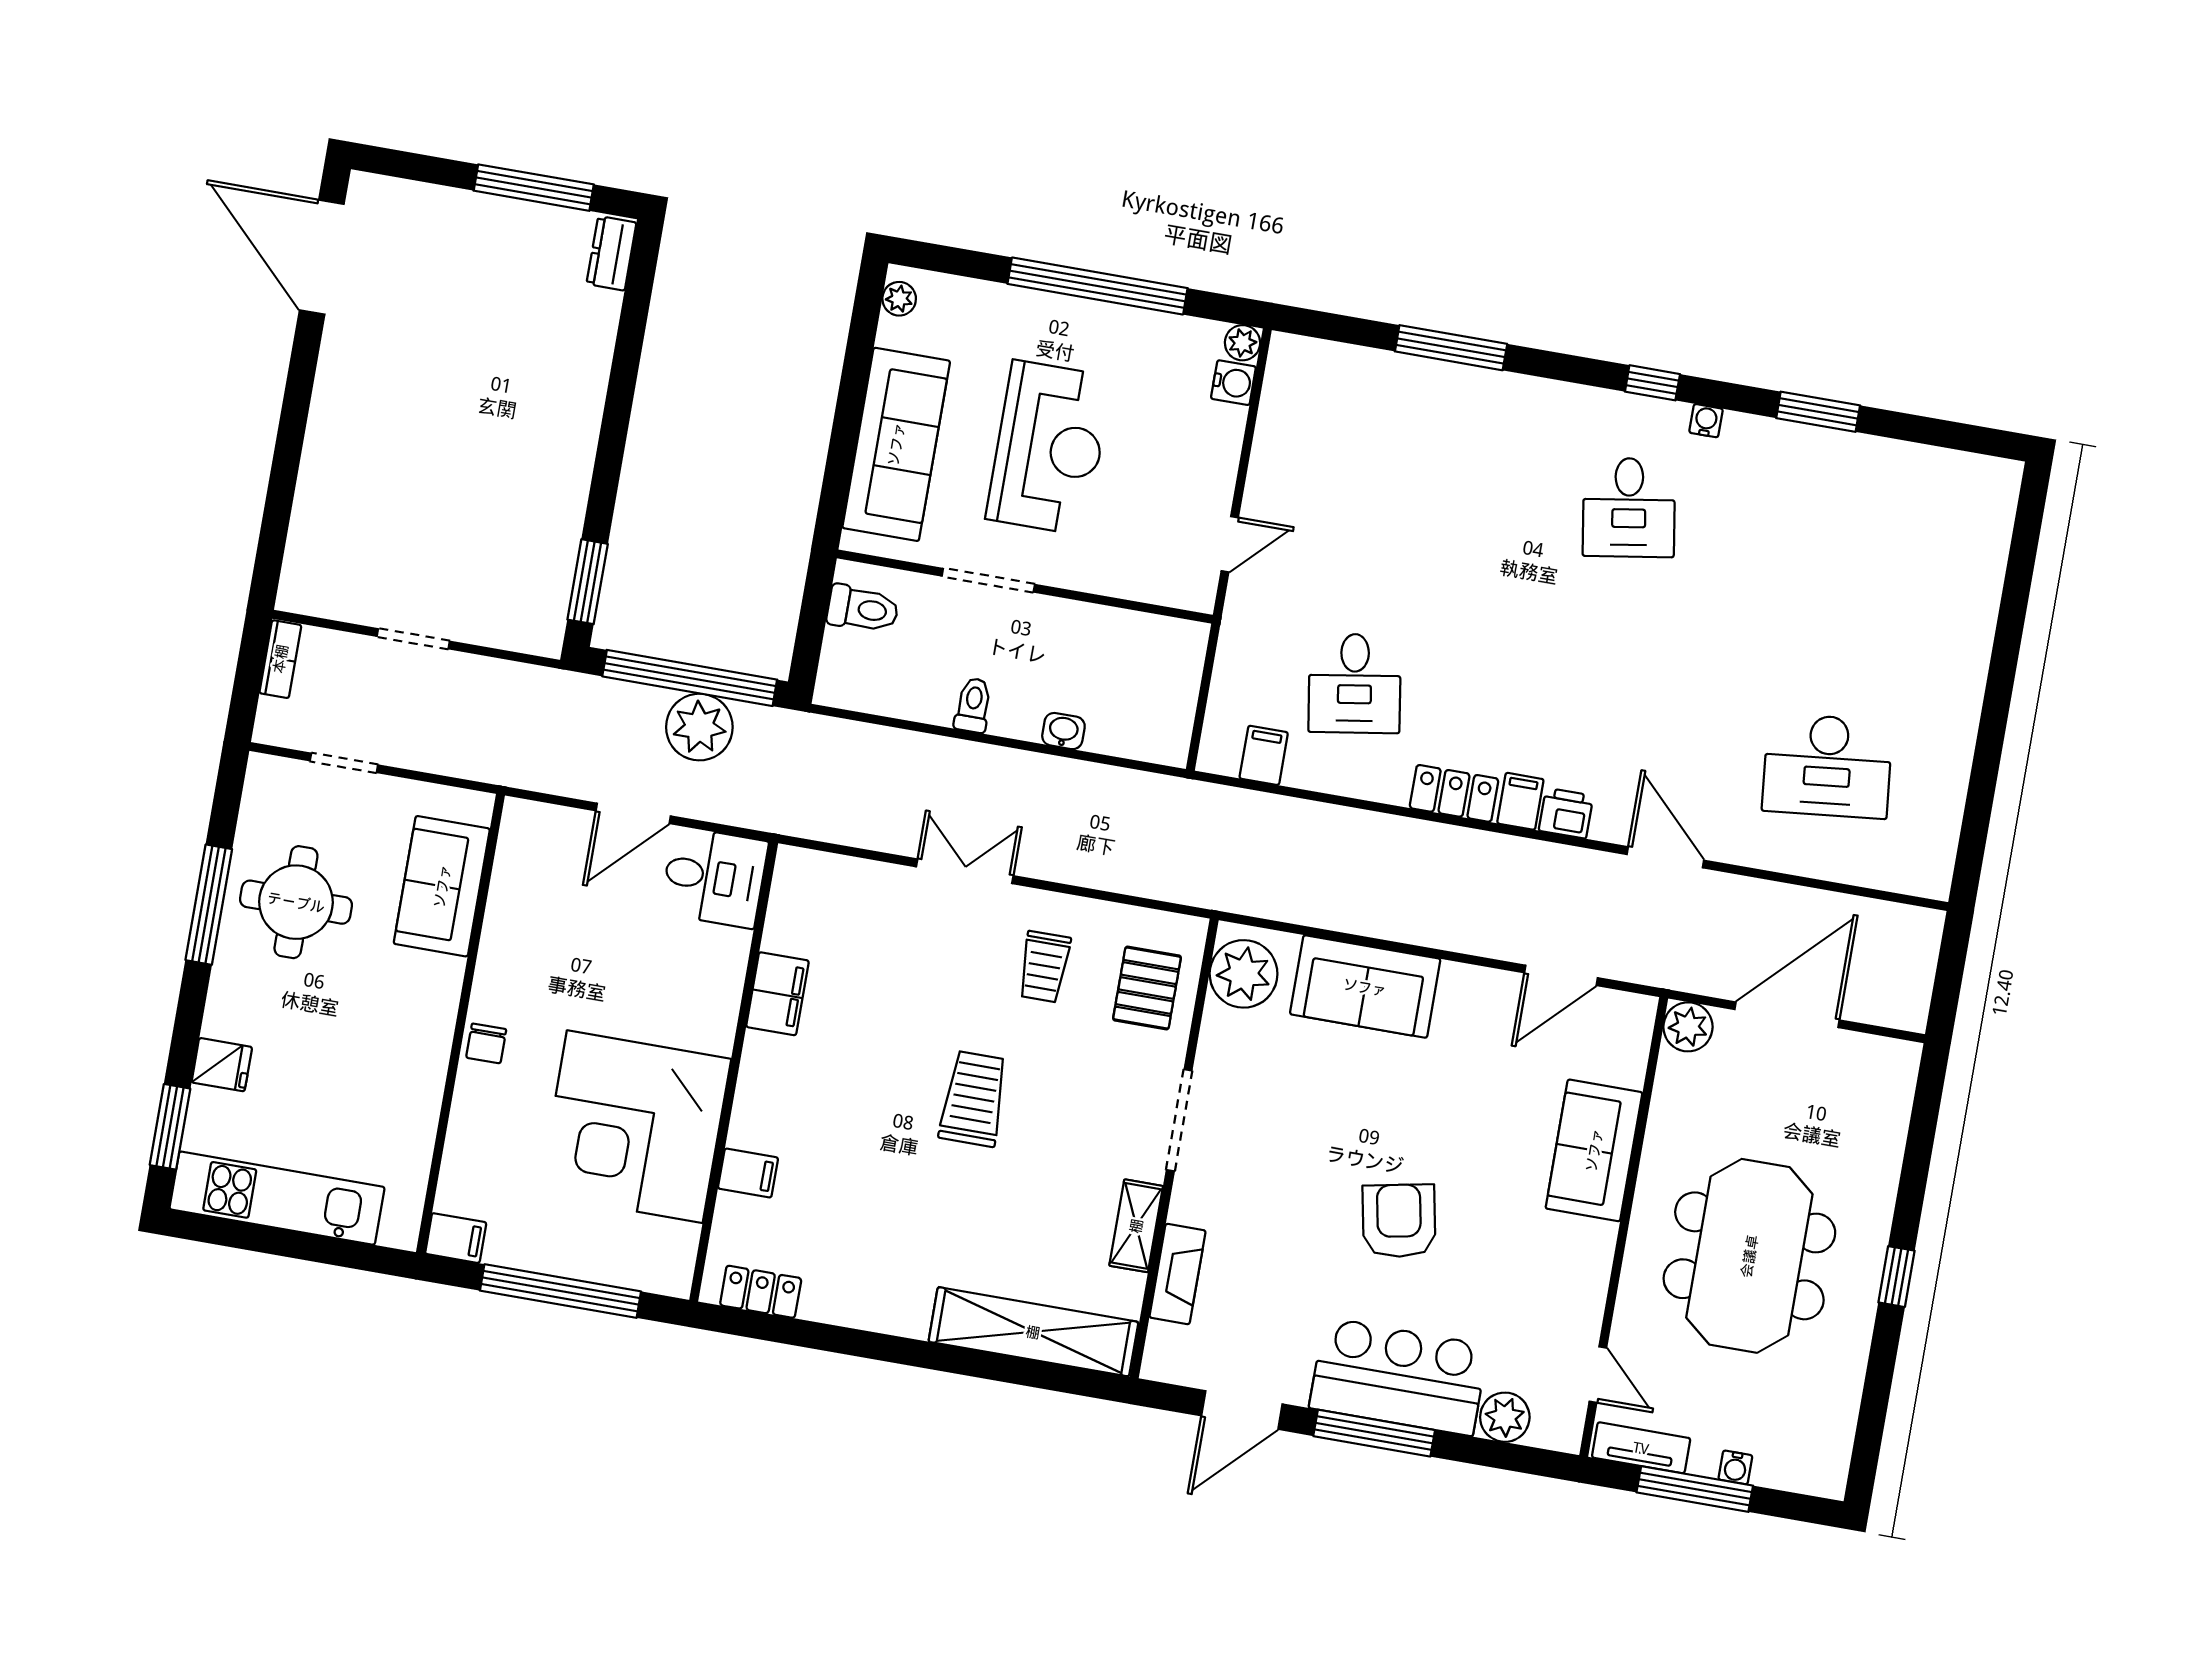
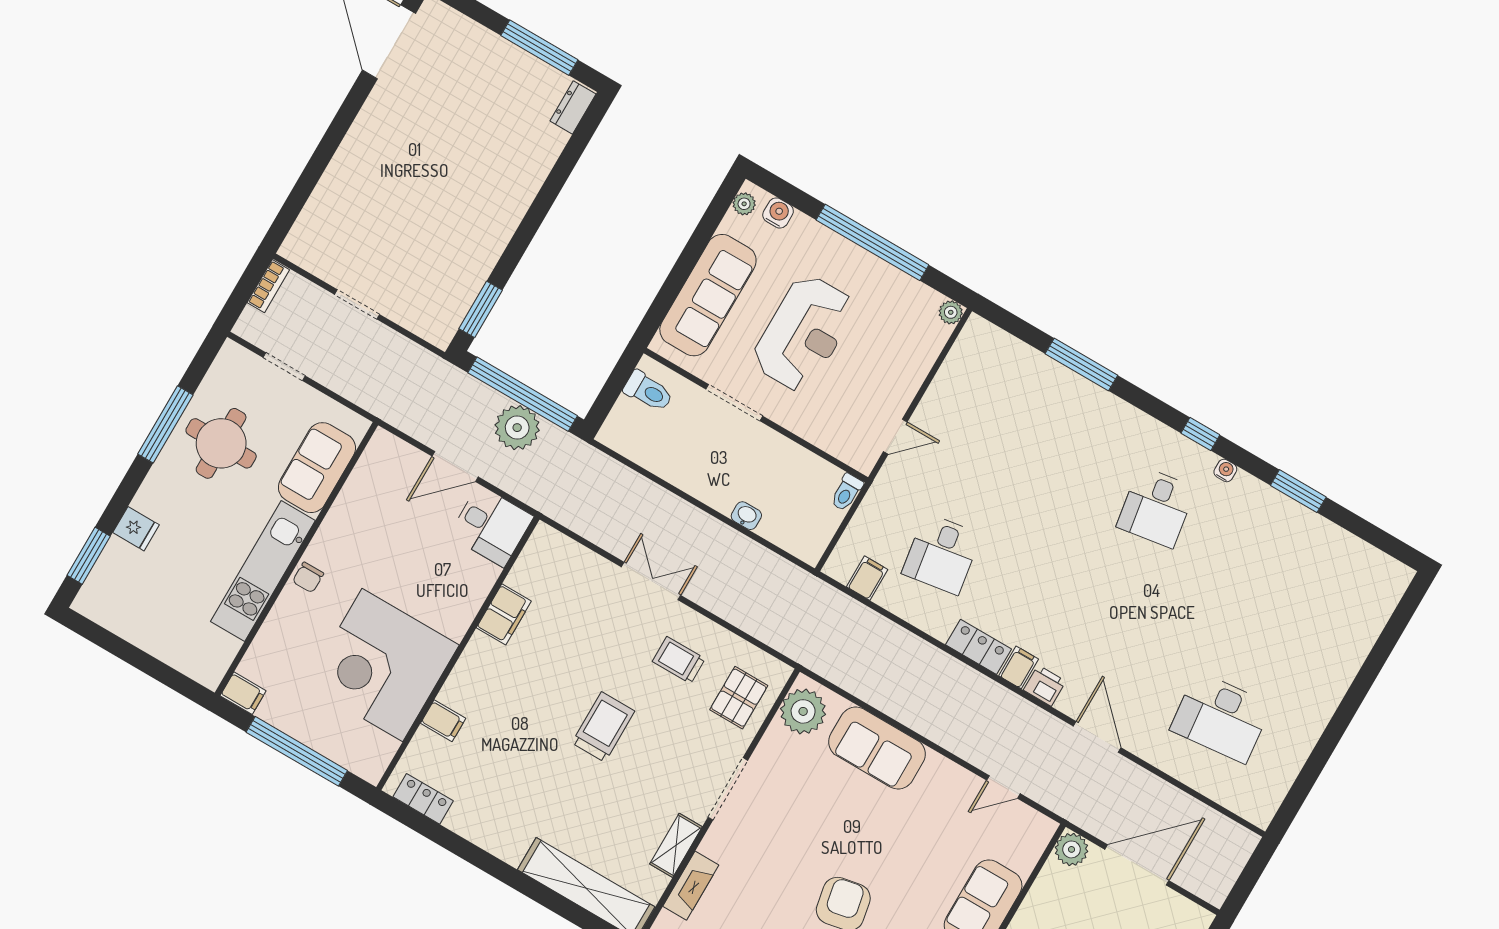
water cooler: (1233, 383) -> (778, 213), moved, turned -90
toilet: (973, 705) -> (847, 492), moved, turned 180
trolley: (1044, 967) -> (679, 660), turned 90
door: (1561, 975) -> (1003, 787), width x0.73
kitchen unit: (277, 1198) -> (263, 571), moved, turned -90

